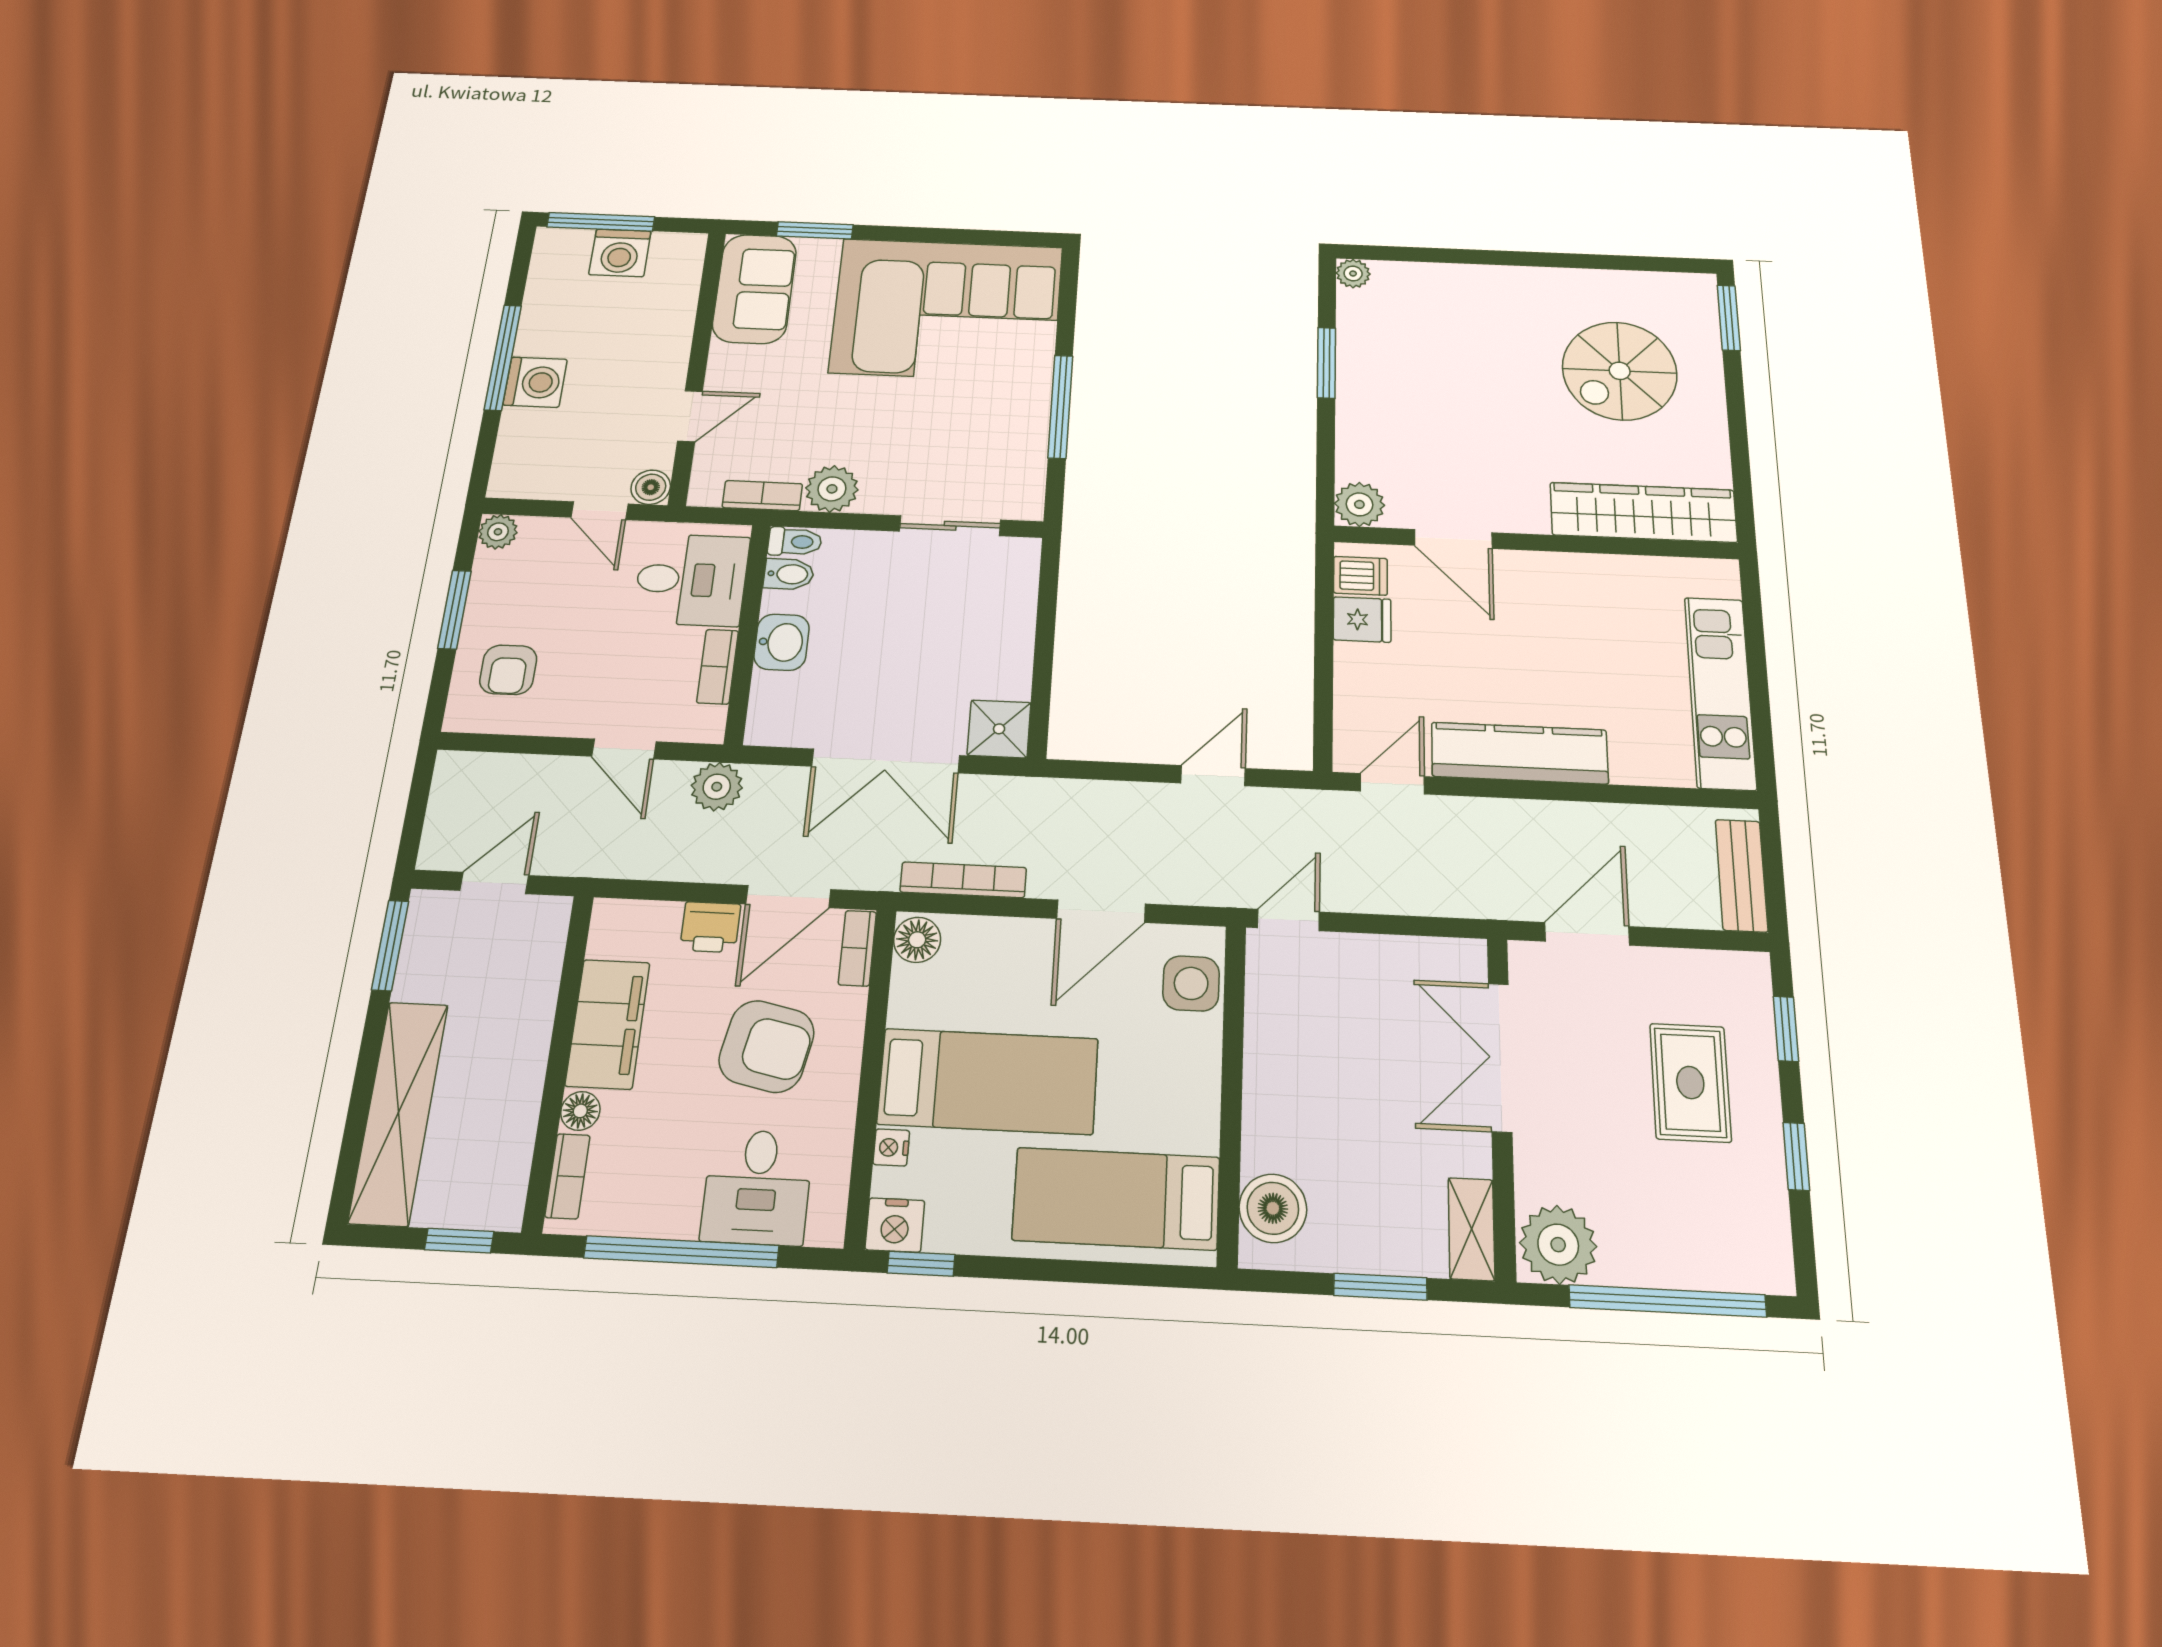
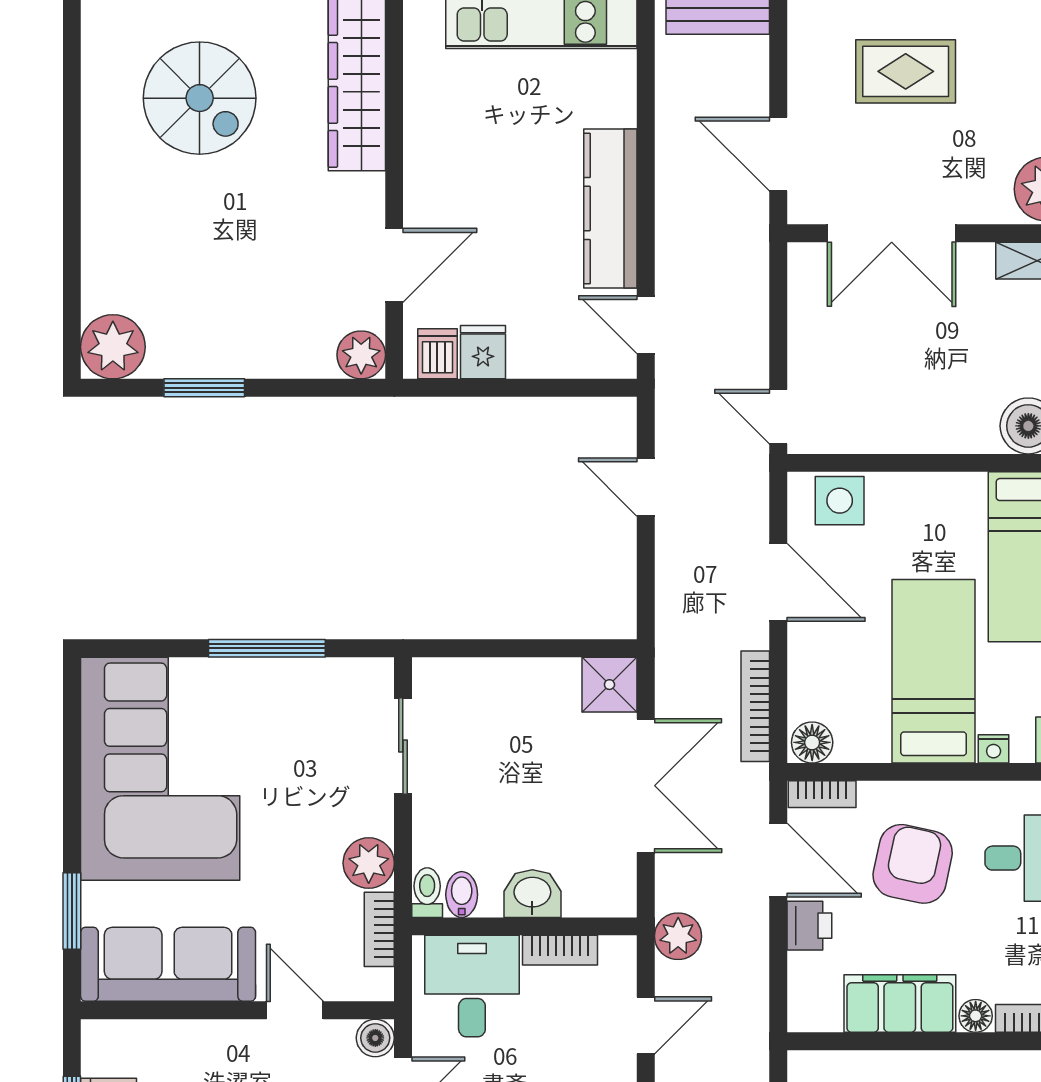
plant: (1353, 273) -> (113, 347), width x1.87, depth x1.87
sofa: (755, 289) -> (168, 964), width x1.36

